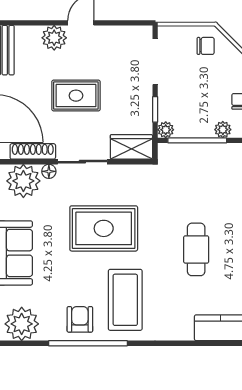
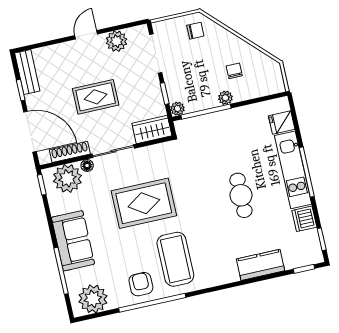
plant: (54, 38) -> (117, 41), moved
cafe table: (196, 249) -> (241, 195), moved

